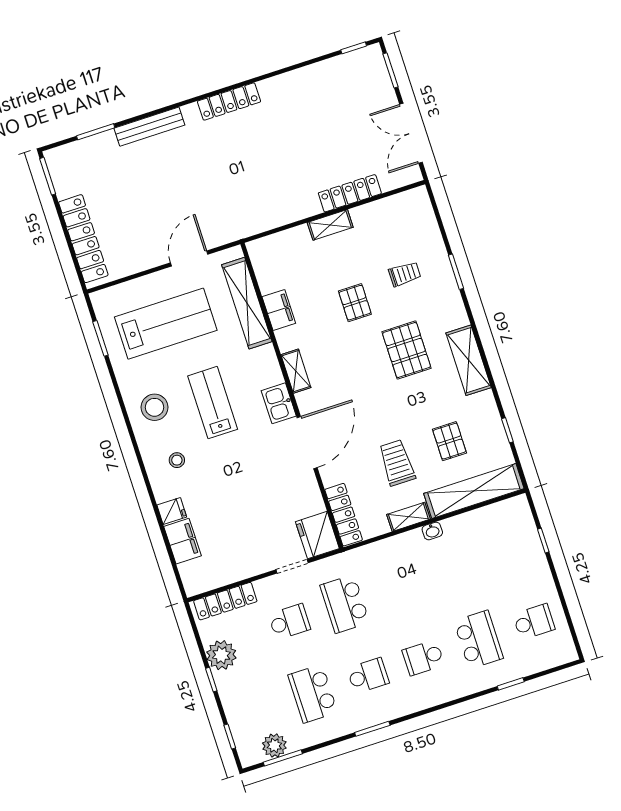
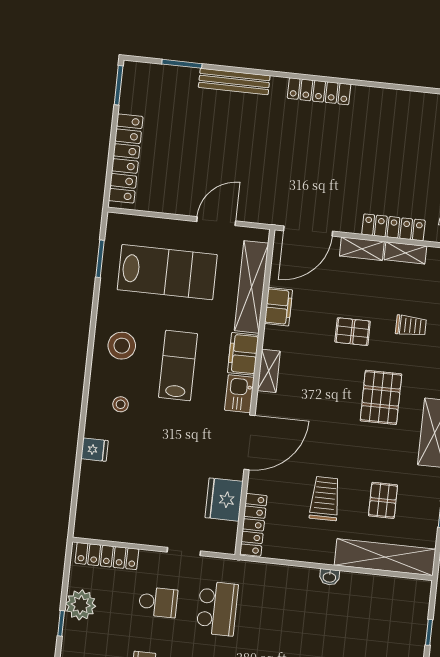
door: (275, 231) -> (308, 231), added
pallet: (355, 303) -> (353, 332), turned 90
shelving: (408, 517) -> (405, 253), moved
fridge: (317, 535) -> (224, 500), moved
filing cabinet: (183, 541) -> (243, 354), moved, turned 180
school desk: (345, 604) -> (217, 608), turned 180

